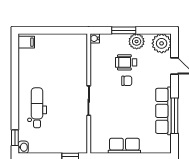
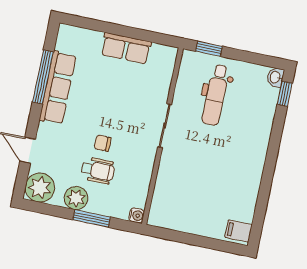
dental chair: (37, 108) -> (216, 95), moved

